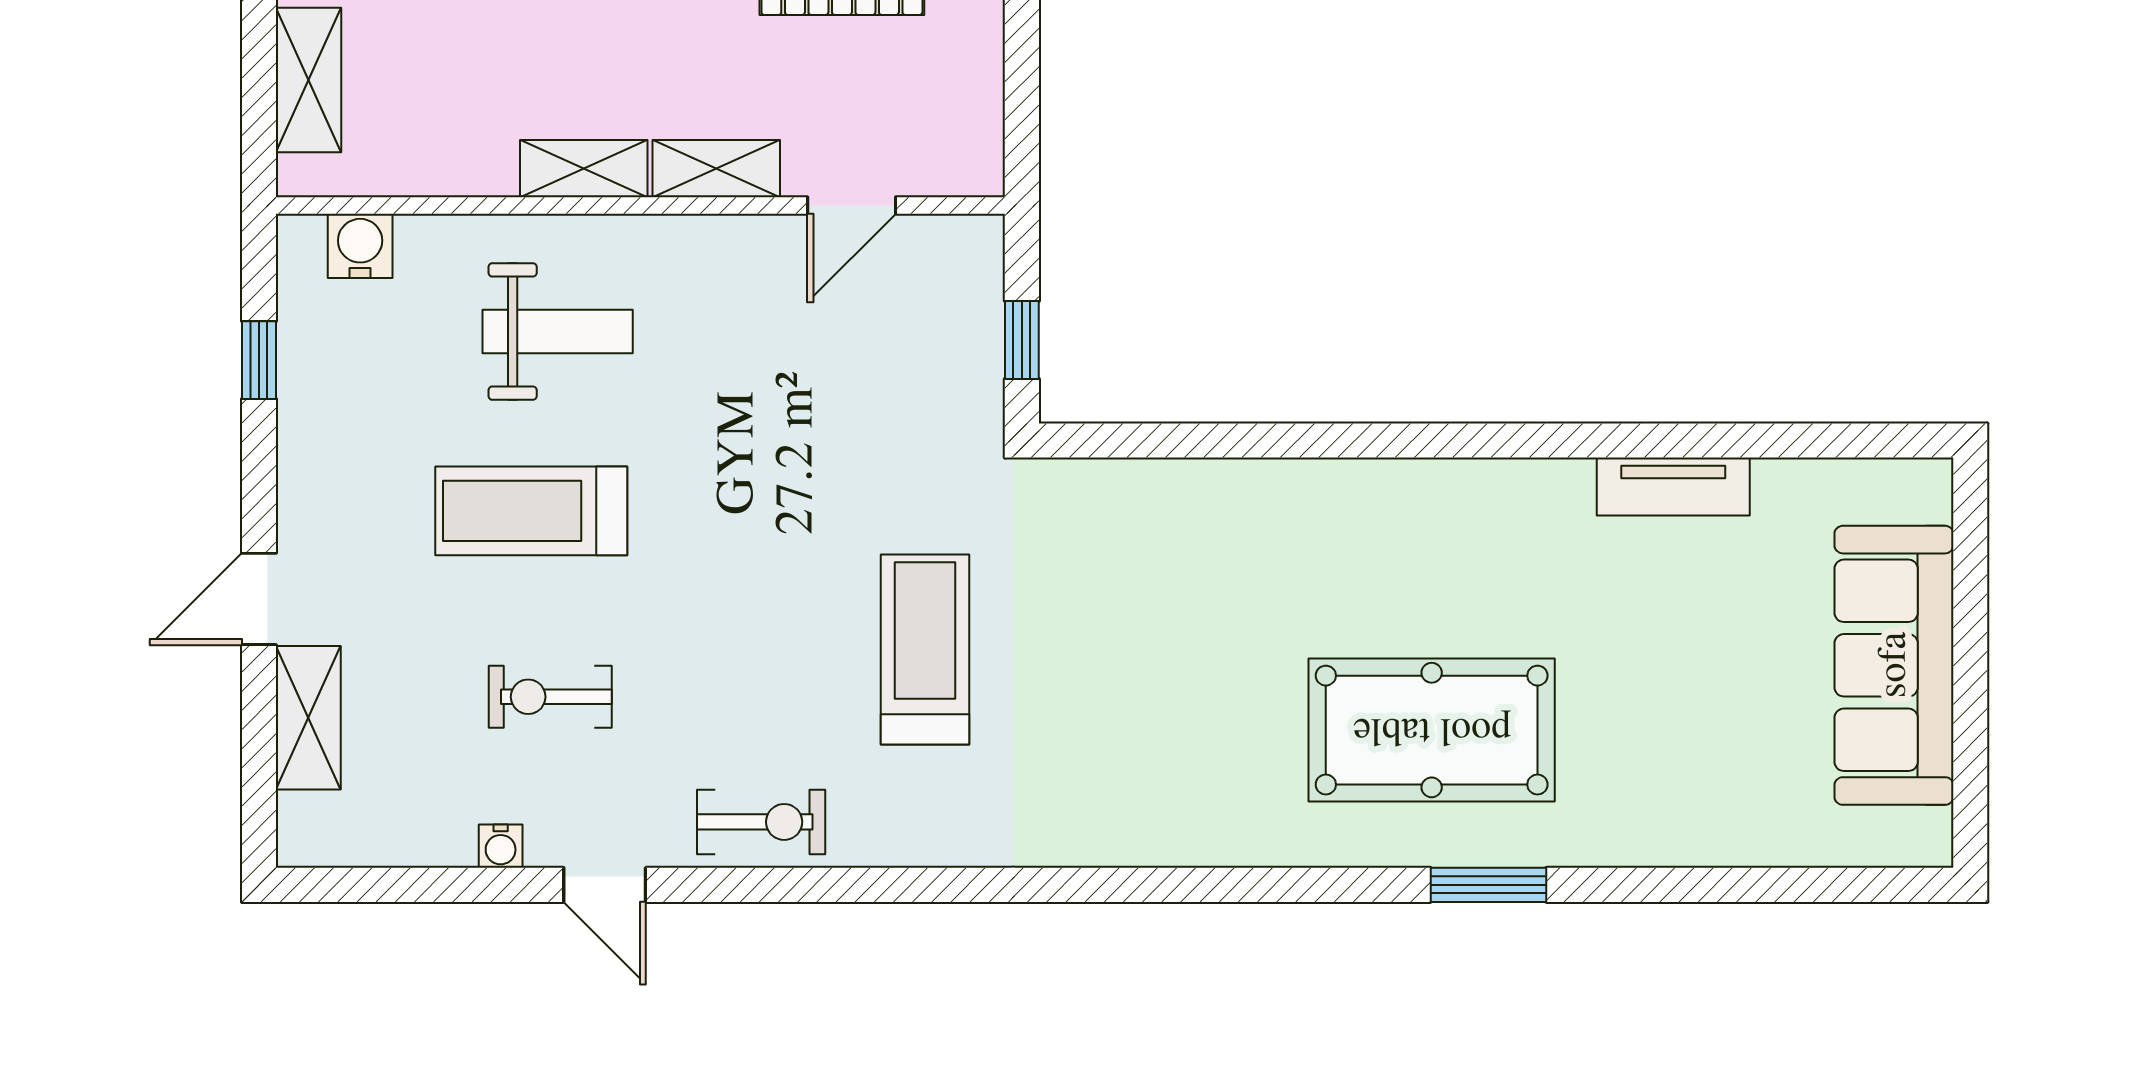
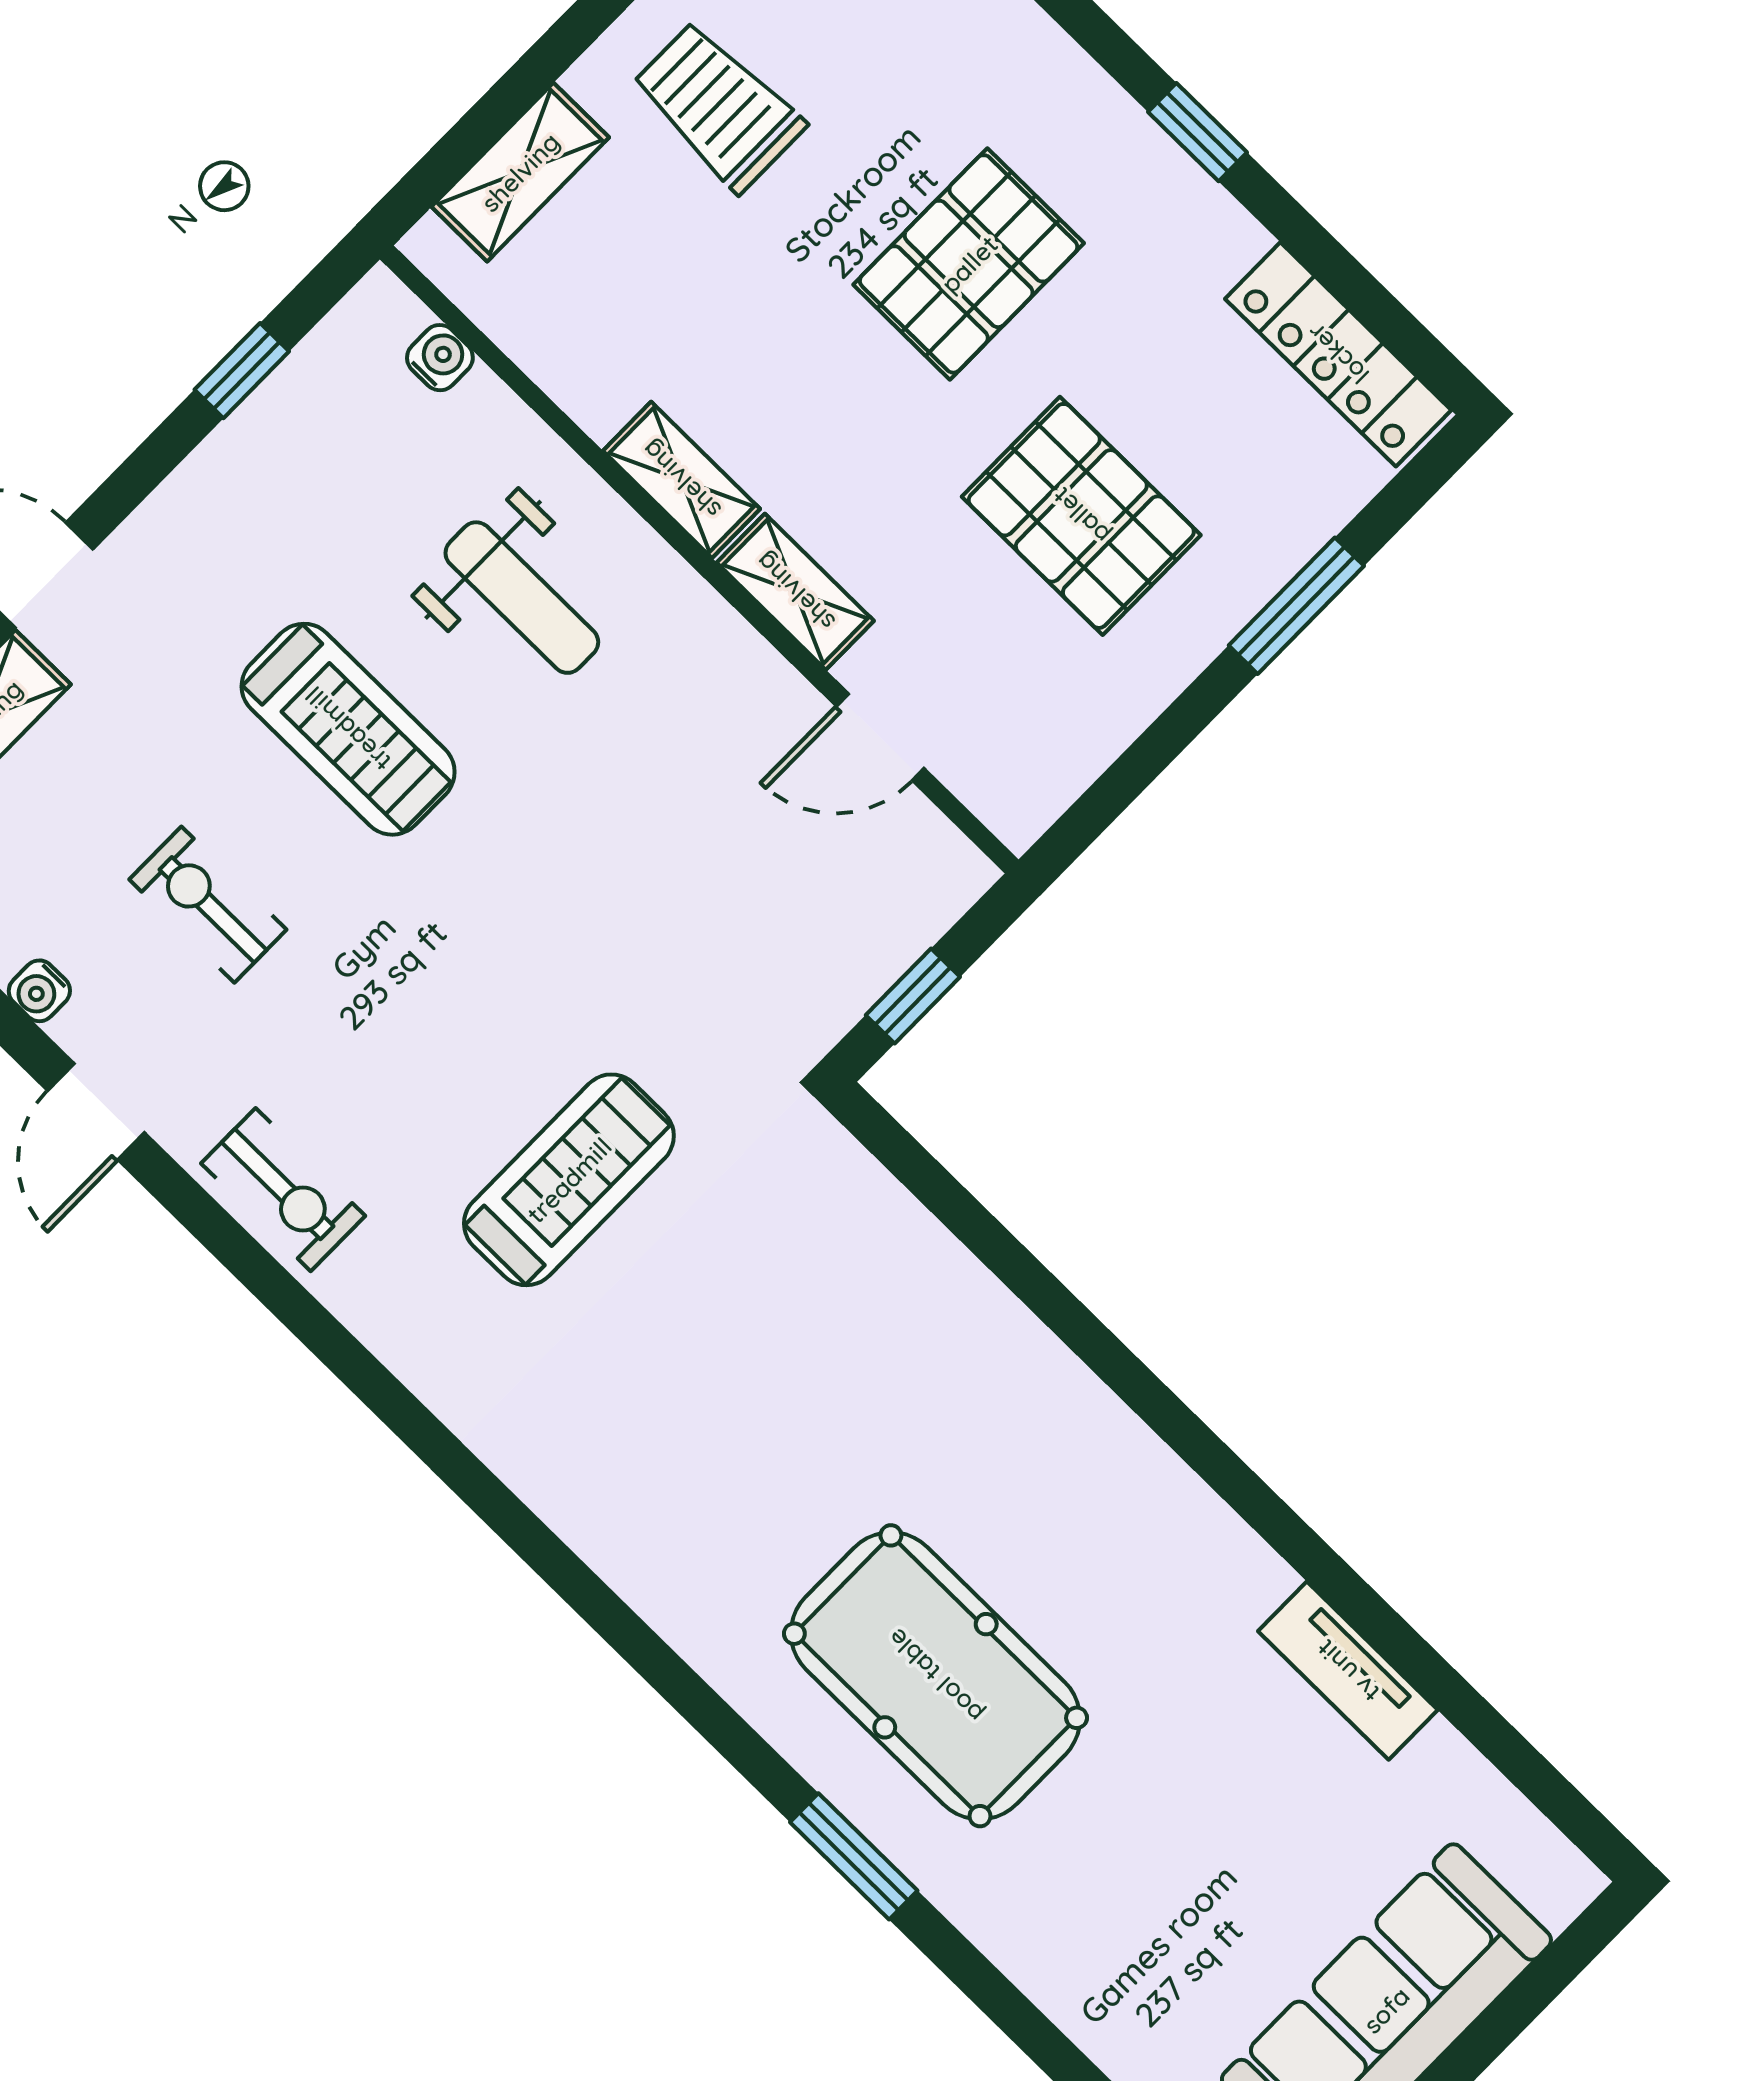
water cooler: (360, 246) -> (440, 358), width x0.72, depth x0.72
treadmill: (531, 511) -> (348, 729), turned 180

